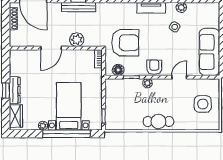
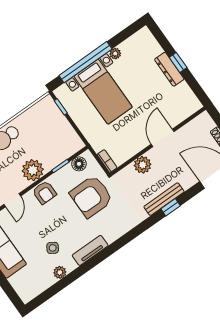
plant: (147, 83) -> (33, 170), width x1.87, depth x1.87
wardrobe: (16, 116) -> (149, 44), removed

